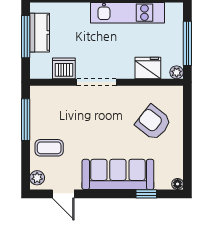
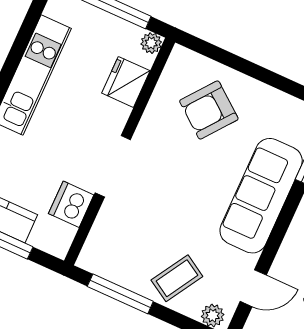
coffee table: (49, 148) -> (177, 278), turned 31

